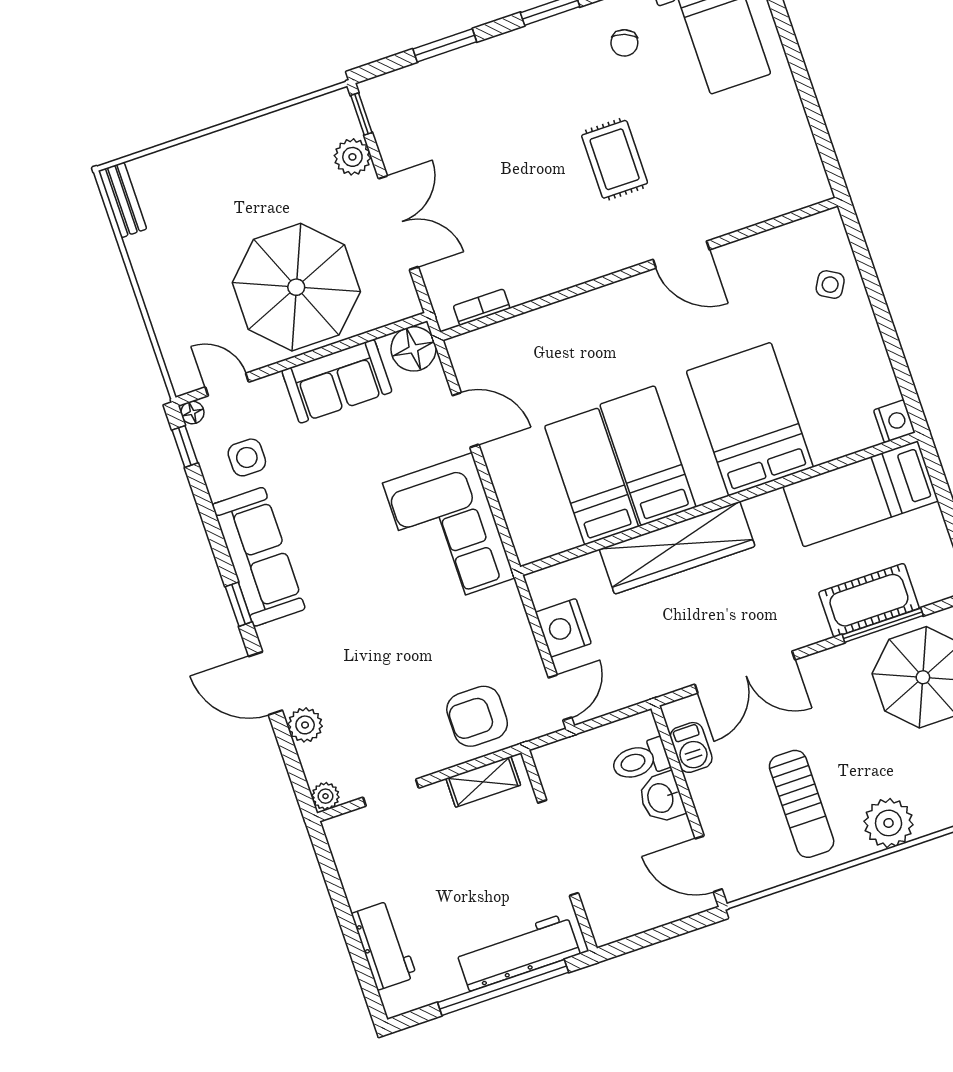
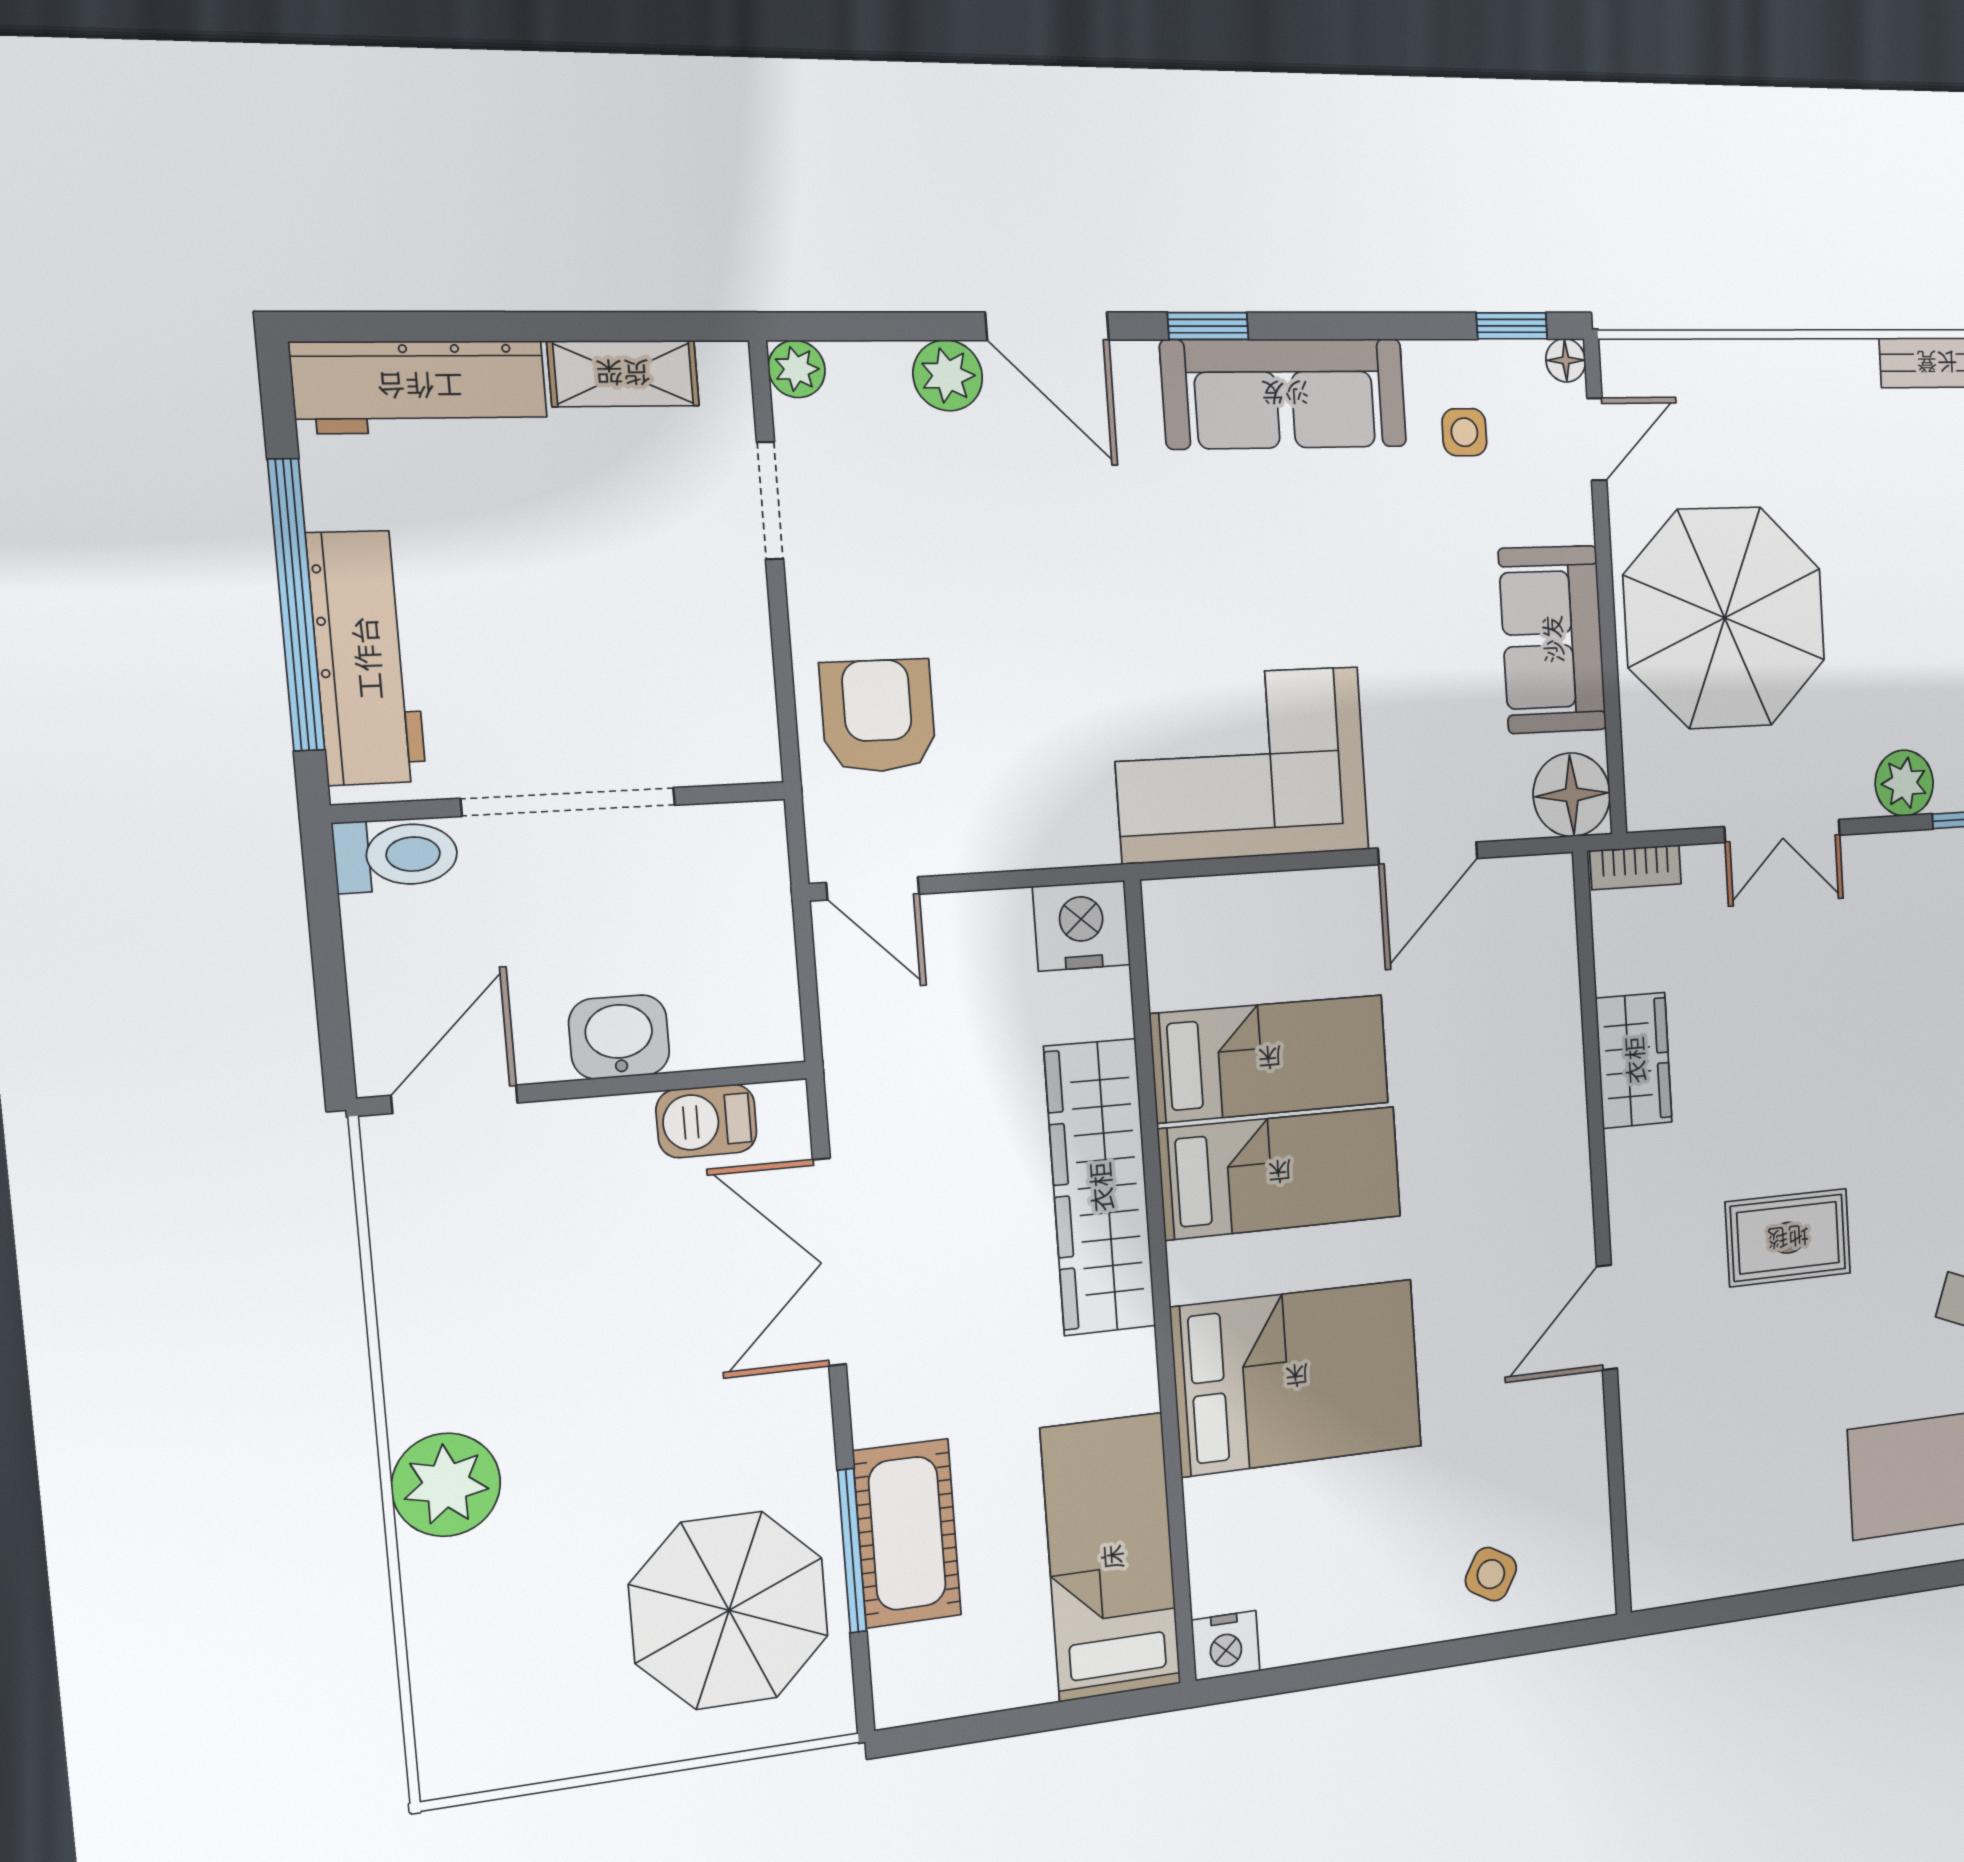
double door: (398, 223) -> (1782, 831), width x0.73
wardrobe: (542, 276) -> (1634, 1060), added
bookcase: (482, 307) -> (1636, 867), moved, turned 90
side table: (247, 457) -> (1464, 432), width x0.73, depth x0.73
nightstand: (563, 628) -> (1082, 926), moved
door: (266, 683) -> (1047, 326), swing flipped
toilet: (640, 760) -> (396, 855), moved, turned 90
shelving: (483, 782) -> (623, 374), moved, turned 90
sun lounger: (802, 804) -> (533, 1316), removed
workbench: (384, 945) -> (420, 387), width x1.38

